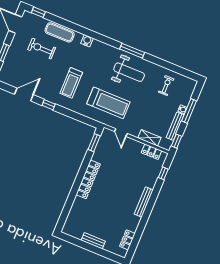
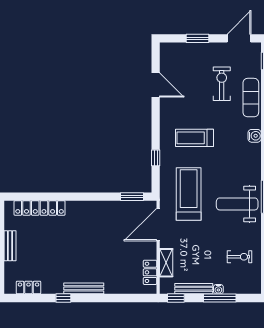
weight bench: (129, 72) -> (237, 204), turned 90
treadmill: (108, 103) -> (189, 194), turned 180
window: (49, 105) -> (156, 158), moved
door: (121, 133) -> (158, 225), width x1.88
window: (163, 173) -> (63, 298), moved
locker: (88, 179) -> (40, 208), moved

